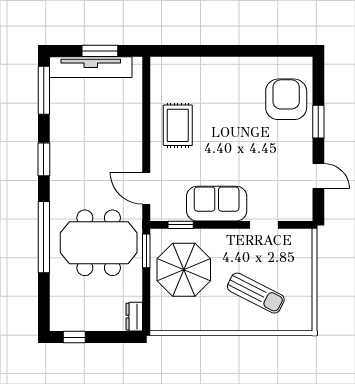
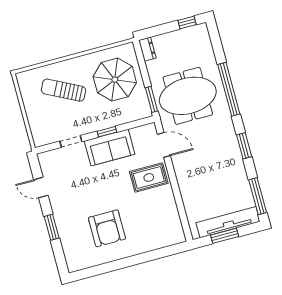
armchair: (286, 99) -> (107, 228), moved
rug: (178, 125) -> (149, 177), moved, turned 90
window: (181, 225) -> (107, 132), moved
parasol: (184, 270) -> (115, 80), moved

